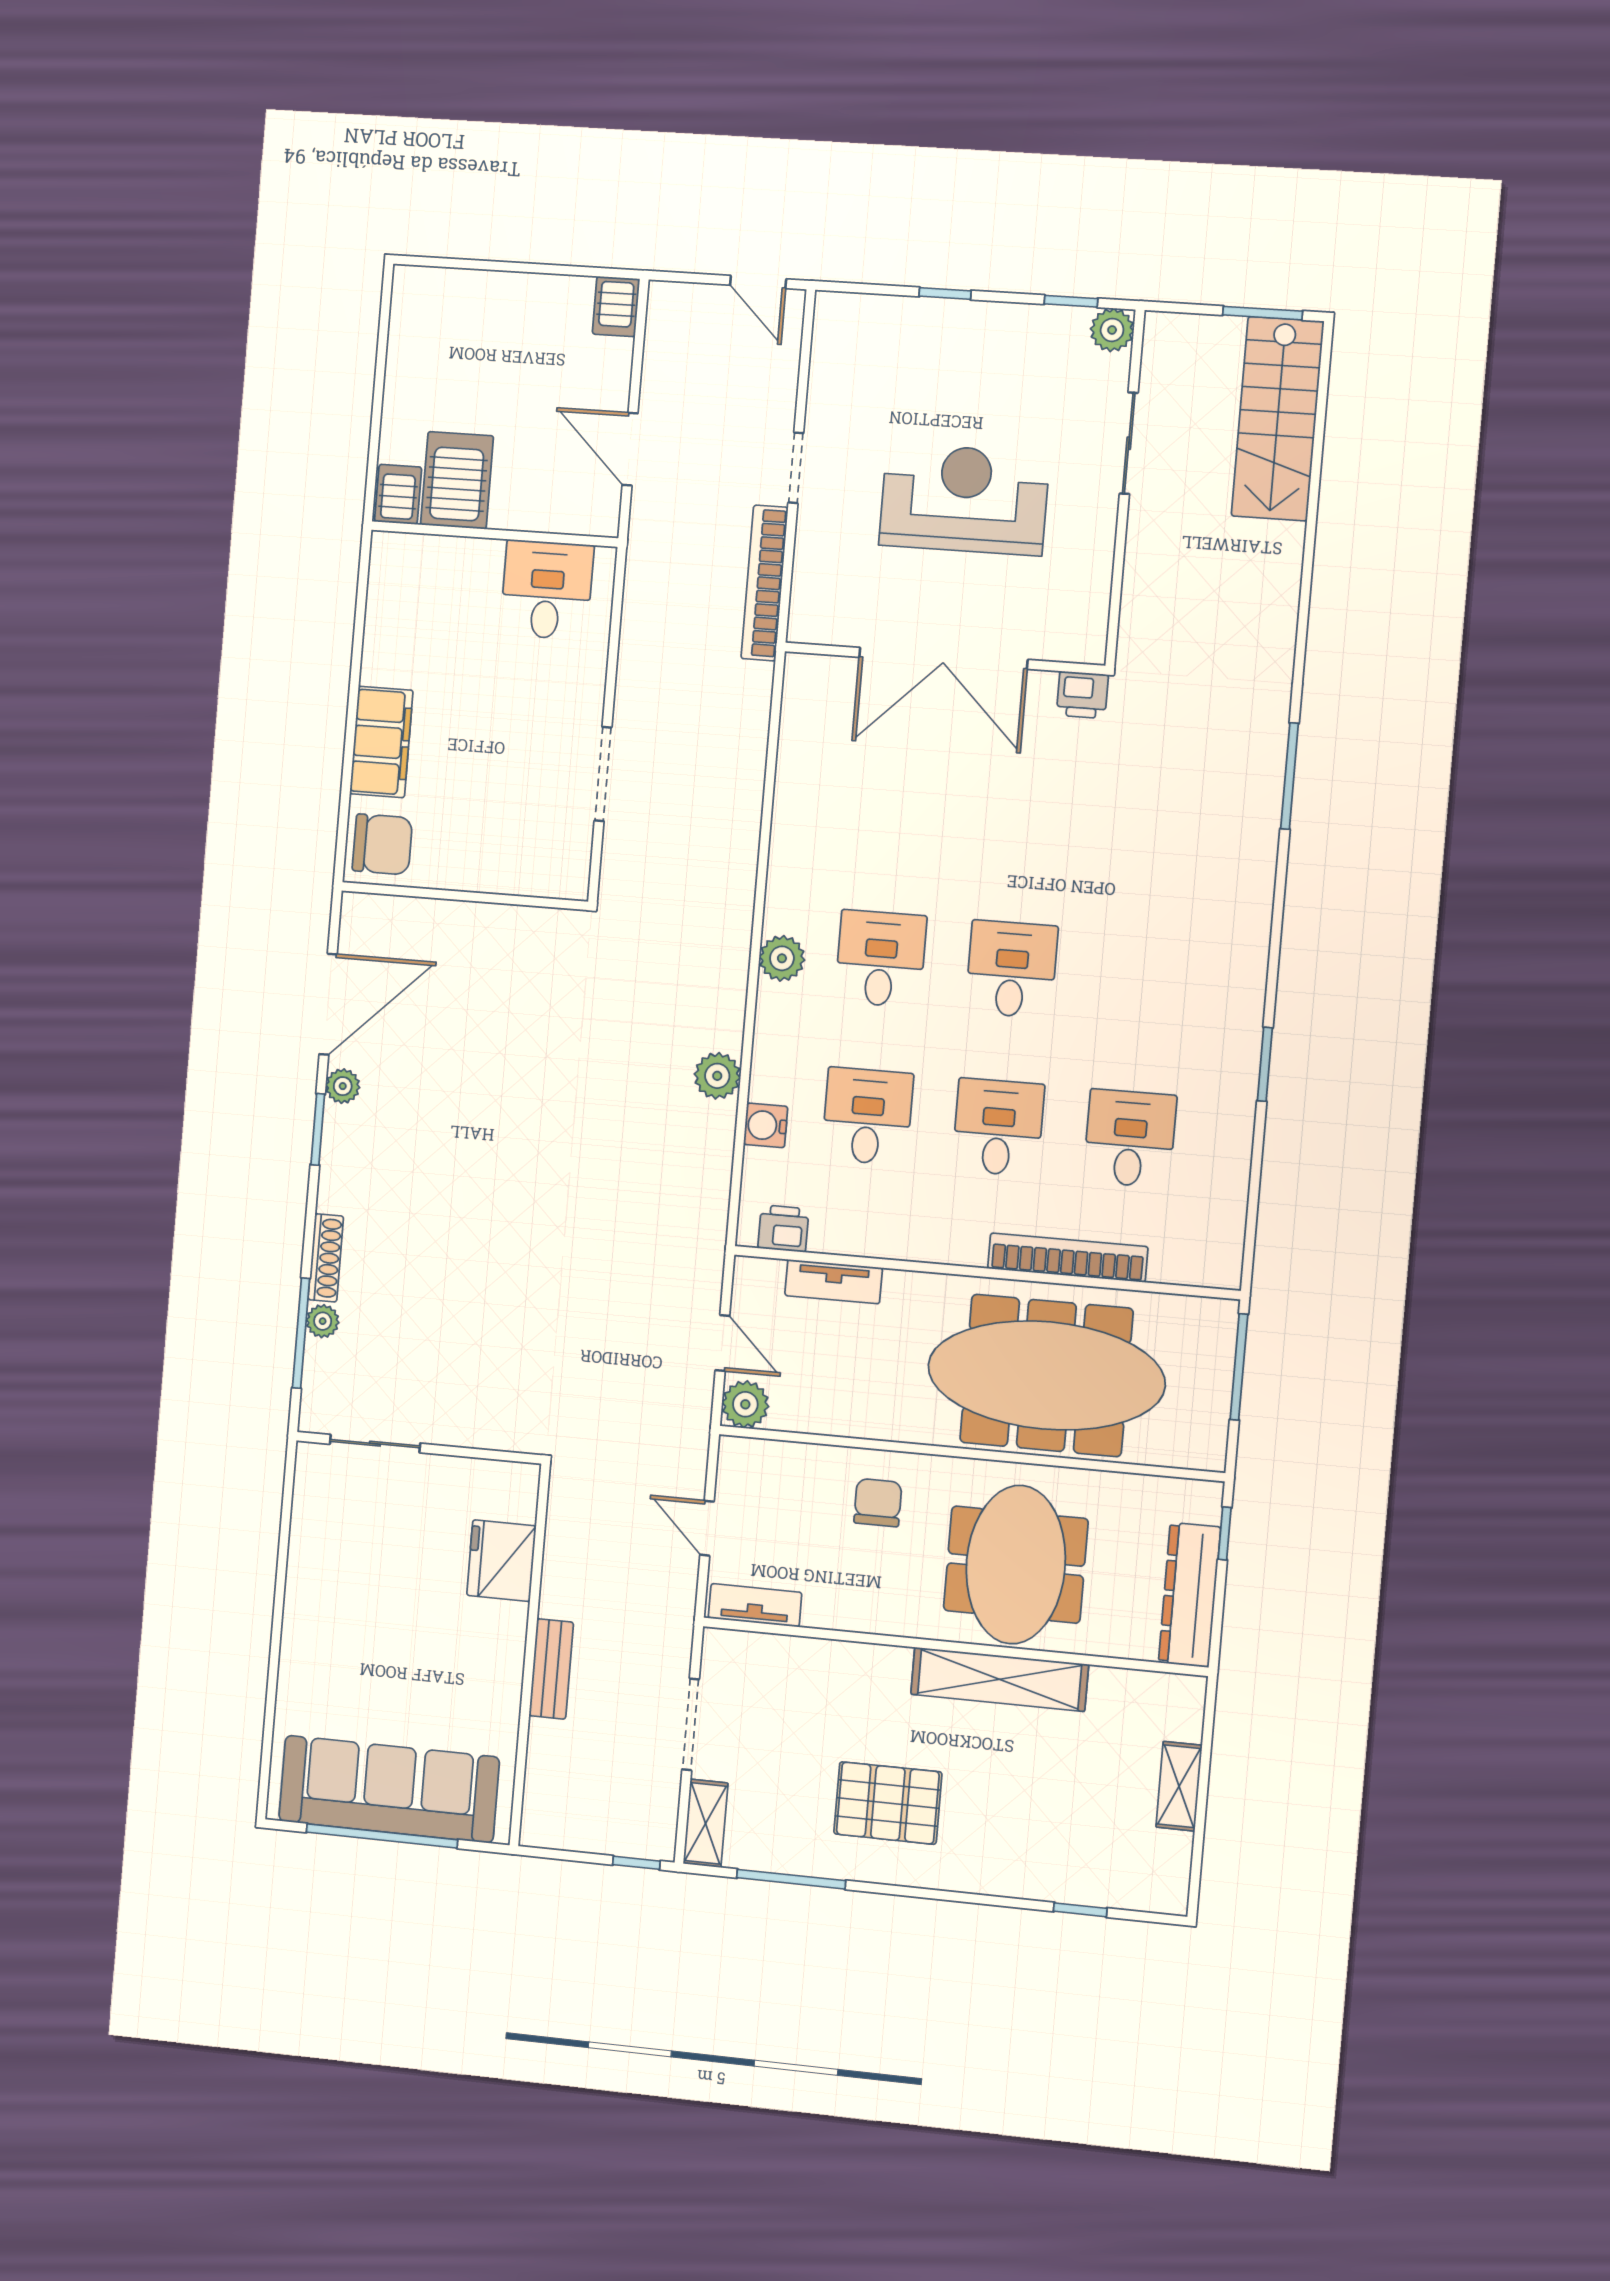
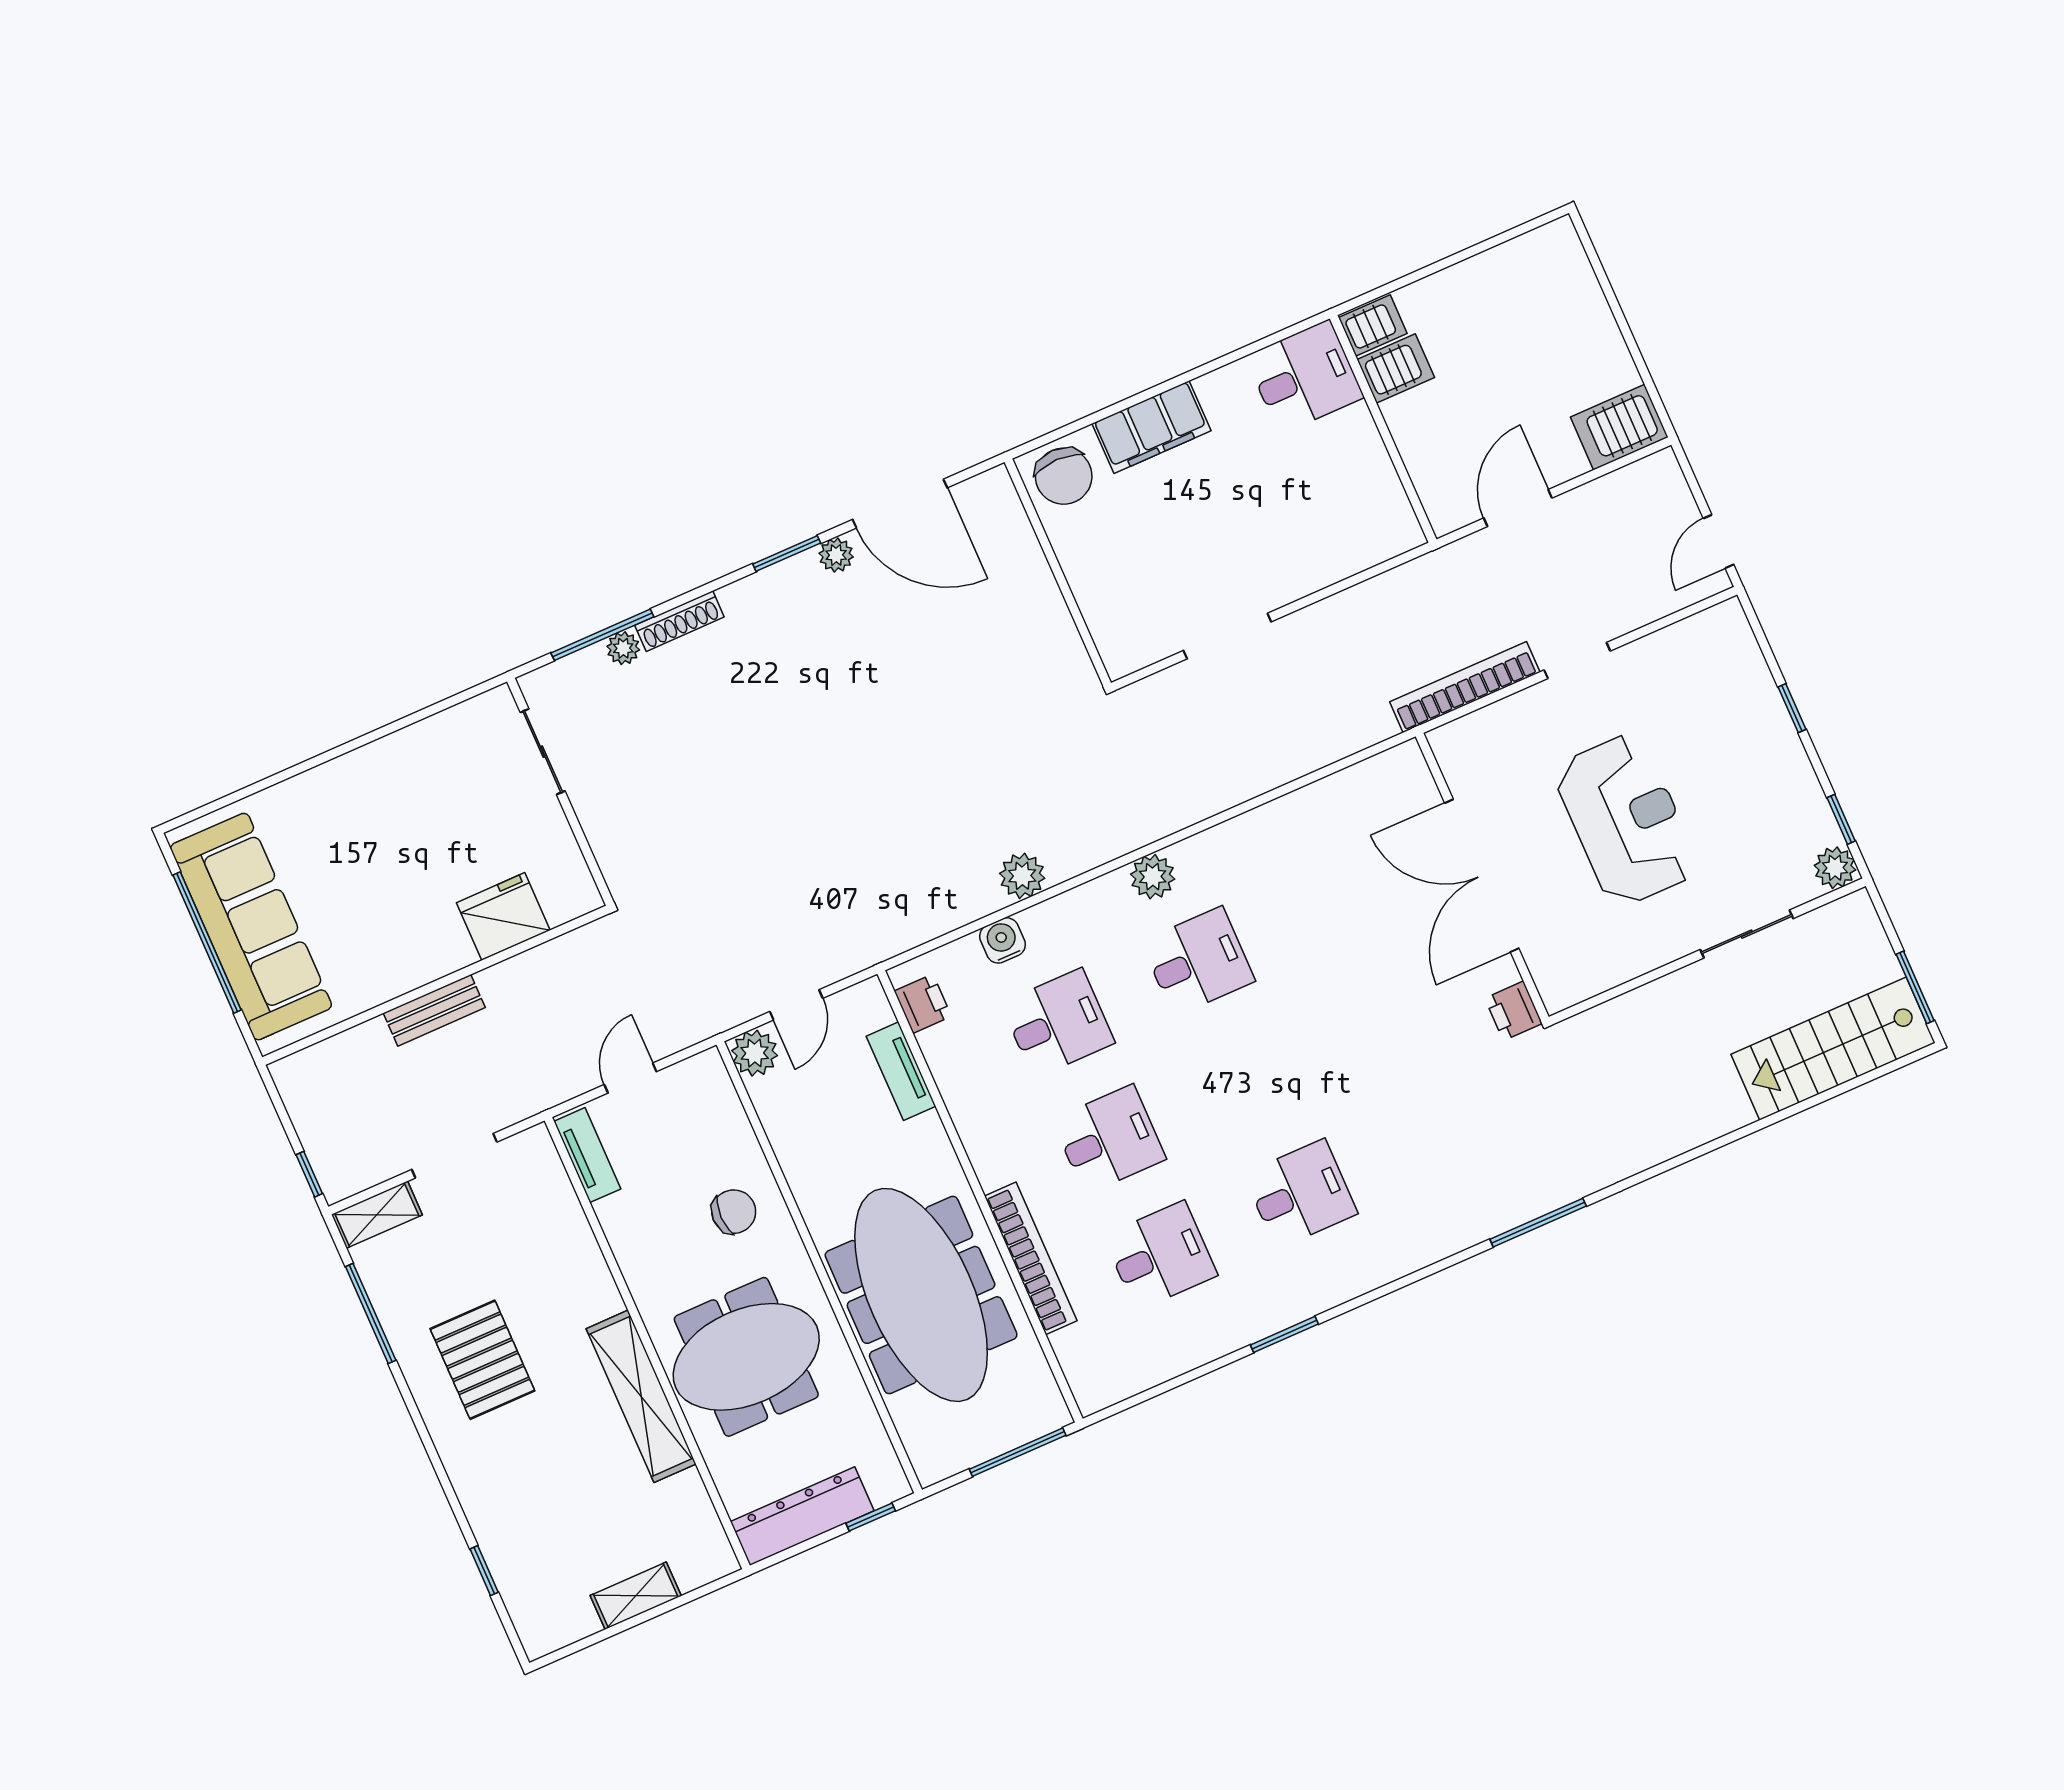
server rack: (616, 307) -> (1619, 427), width x1.36, depth x1.44
server rack: (457, 480) -> (1396, 369), width x0.73, depth x0.70
desk: (547, 590) -> (1305, 377), moved
desk: (1012, 969) -> (1301, 1194), moved

